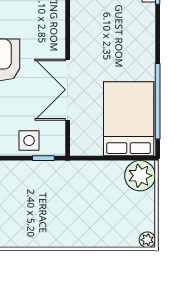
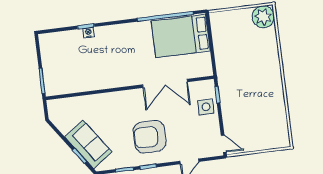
plant: (140, 176) -> (221, 22), removed
plant: (147, 240) -> (263, 17), width x1.87, depth x1.87

